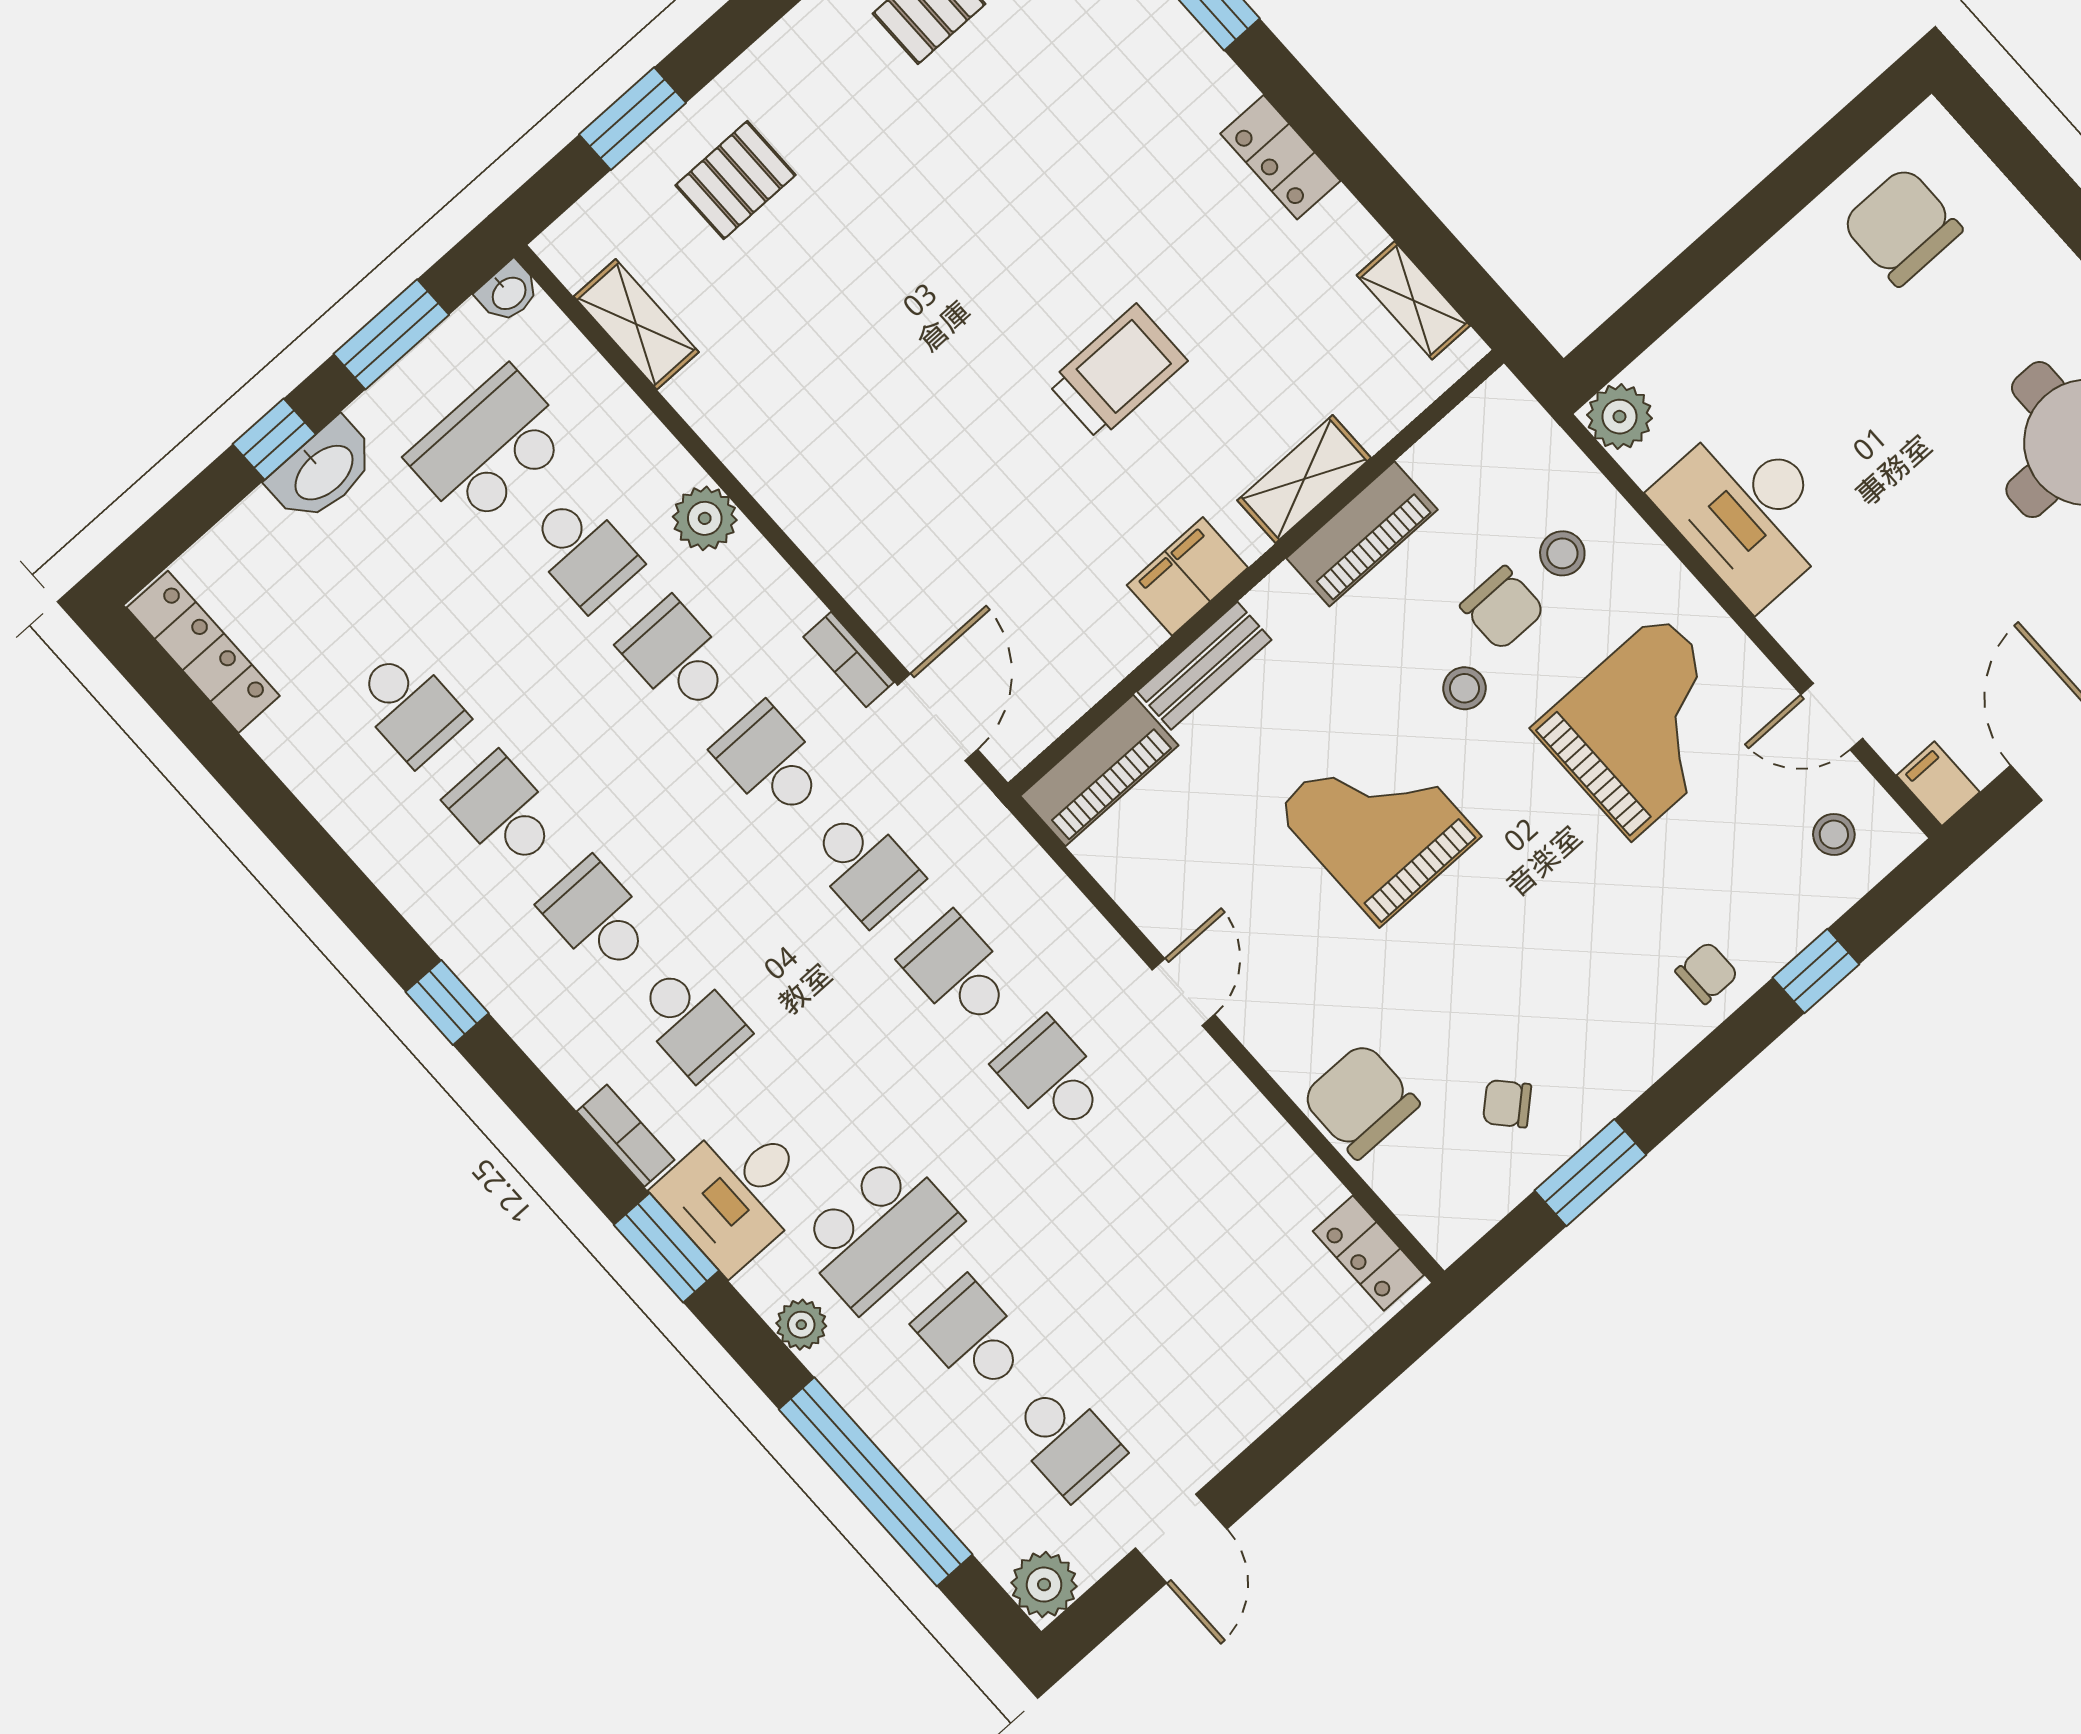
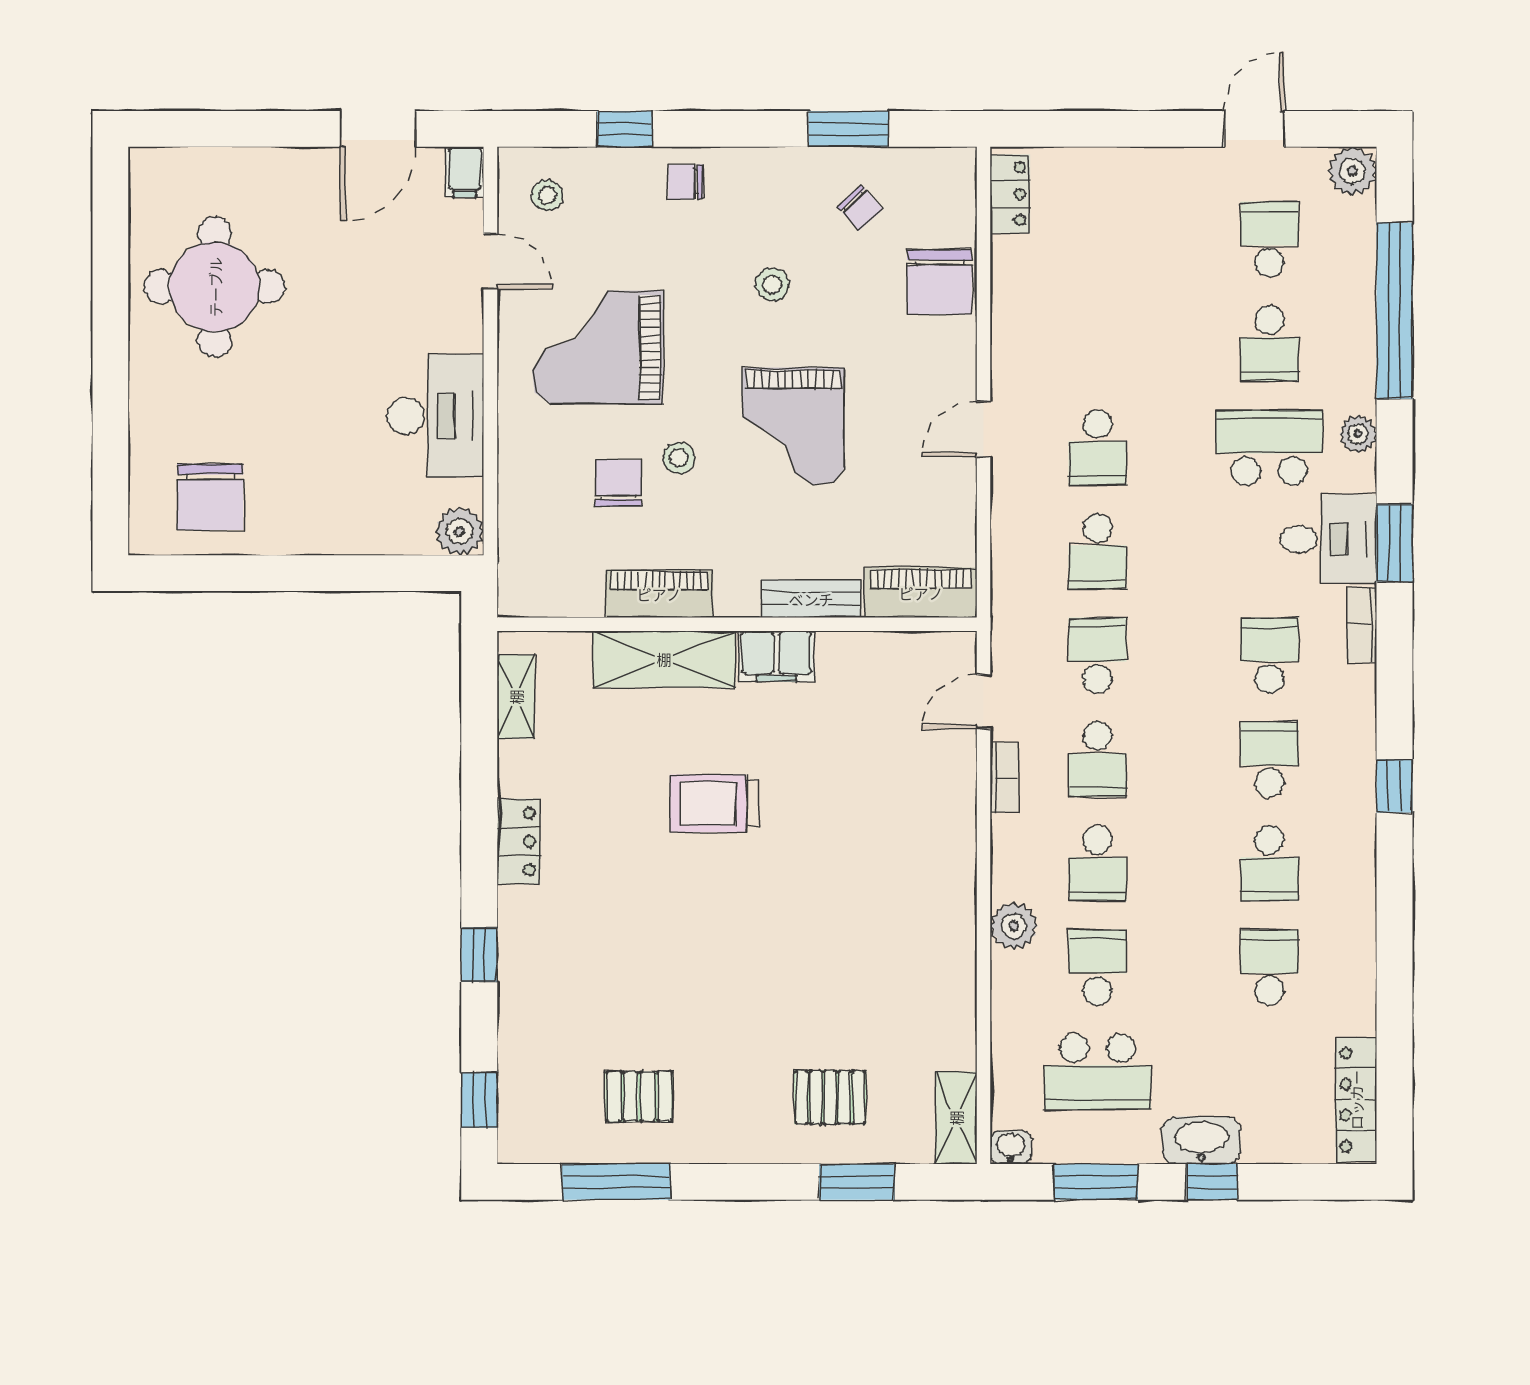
shelving: (636, 324) -> (956, 1118), moved
shelving: (1304, 479) -> (664, 659), width x1.50, depth x1.33
stool: (1562, 553) -> (772, 284), moved
door: (938, 717) -> (984, 702), width x0.73
school desk: (597, 917) -> (1269, 759), turned 180

